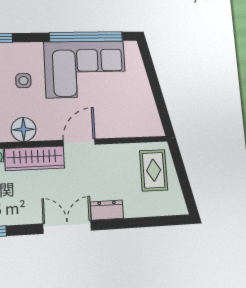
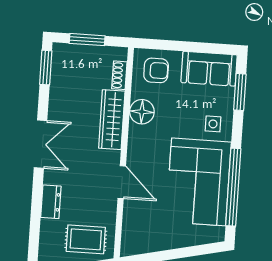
side table: (23, 81) -> (213, 124), moved
door: (79, 142) -> (122, 182), moved
dresser: (107, 210) -> (51, 202), moved

